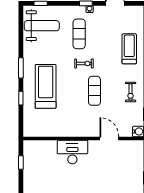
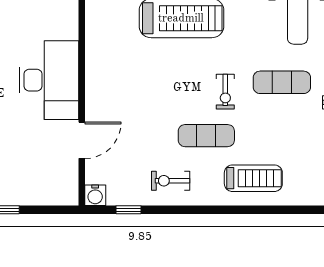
exercise mat: (94, 91) -> (206, 136), moved
desk: (72, 152) -> (49, 80), width x1.36, depth x1.30

